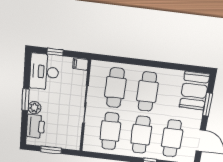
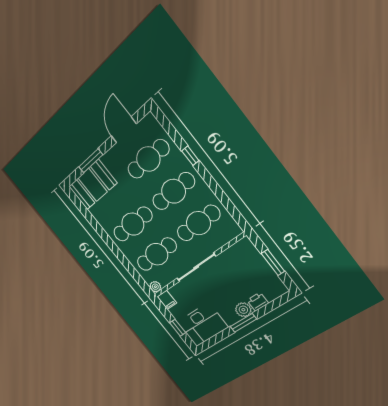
plant: (96, 65) -> (155, 287), added
printer: (36, 126) -> (258, 302), width x0.53, depth x0.68

